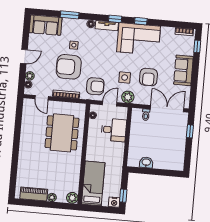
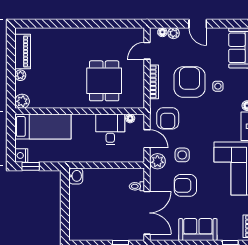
desk: (114, 130) -> (110, 129), moved, turned 180
dining table: (62, 133) -> (104, 81), width x0.73
washbasin: (146, 162) -> (76, 176), moved

